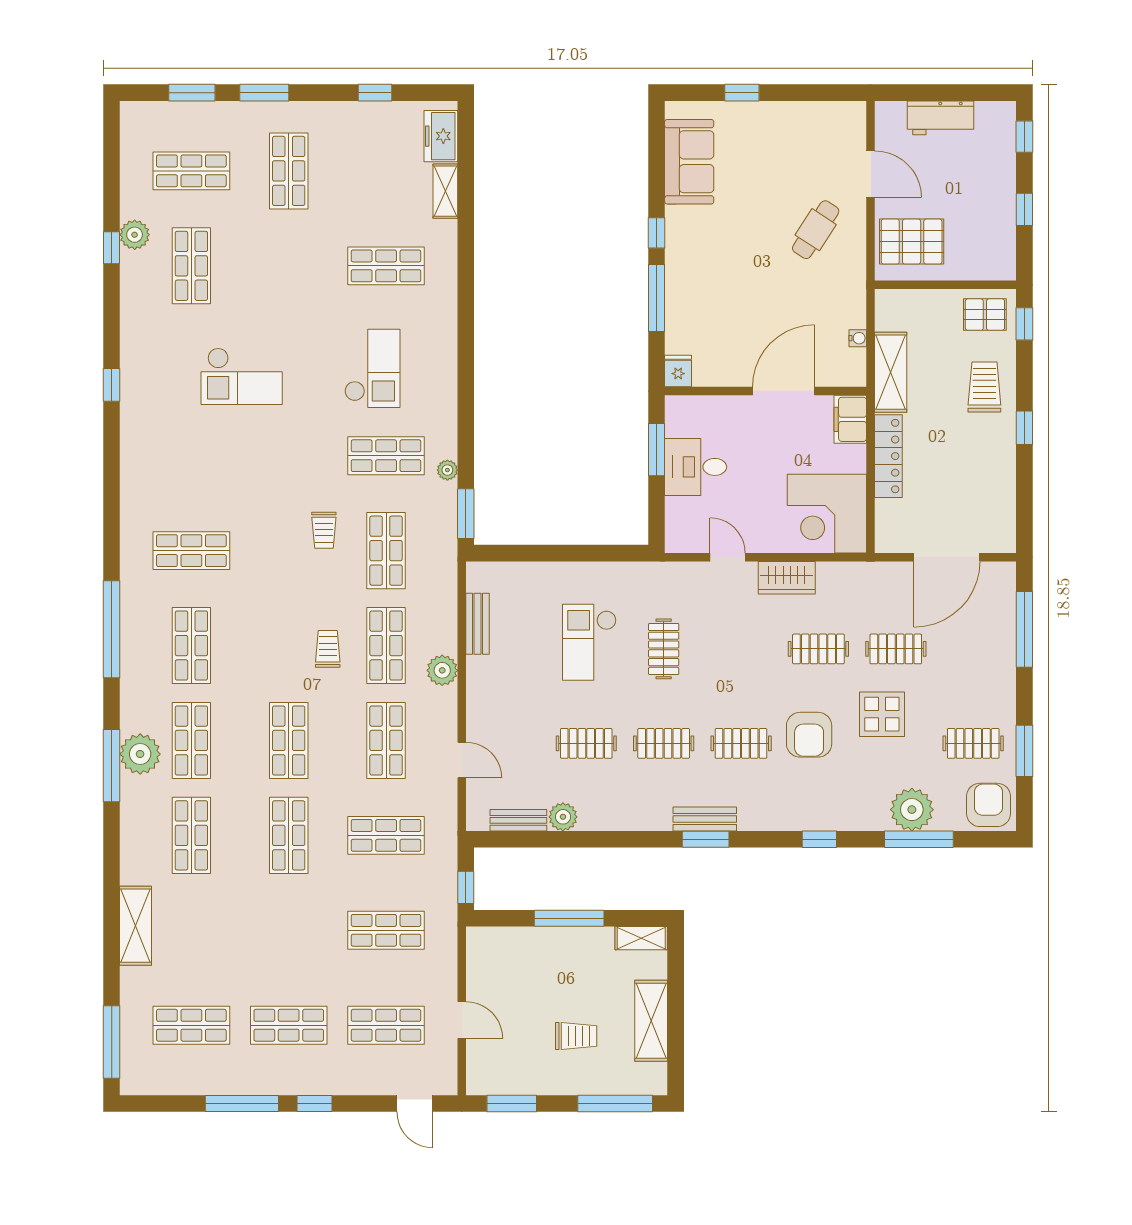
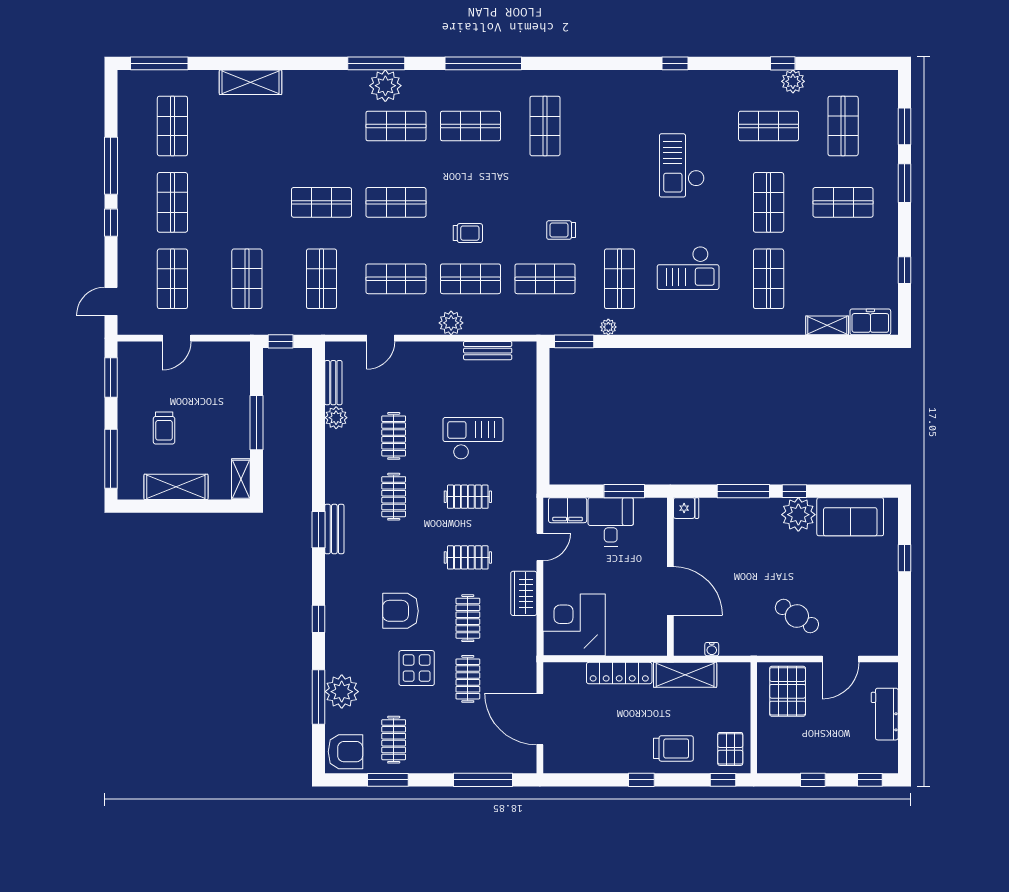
plant: (686, 228) -> (798, 515), added
filing cabinet: (850, 419) -> (568, 510), moved, turned 180
clothes rail: (741, 743) -> (468, 557), moved, turned 90
shop shelf: (191, 835) -> (769, 202), moved, turned 90

